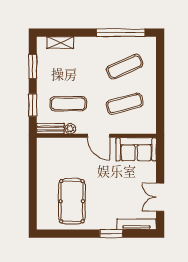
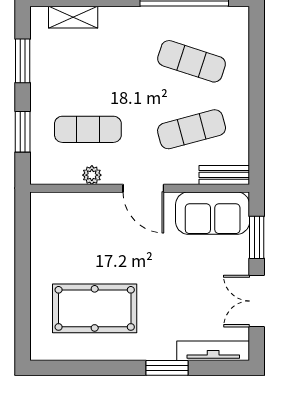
exercise mat: (125, 67) -> (192, 61), turned 42
bench: (50, 129) -> (224, 175), moved
window: (160, 163) -> (257, 237), added
pool table: (72, 201) -> (95, 308), turned 90

